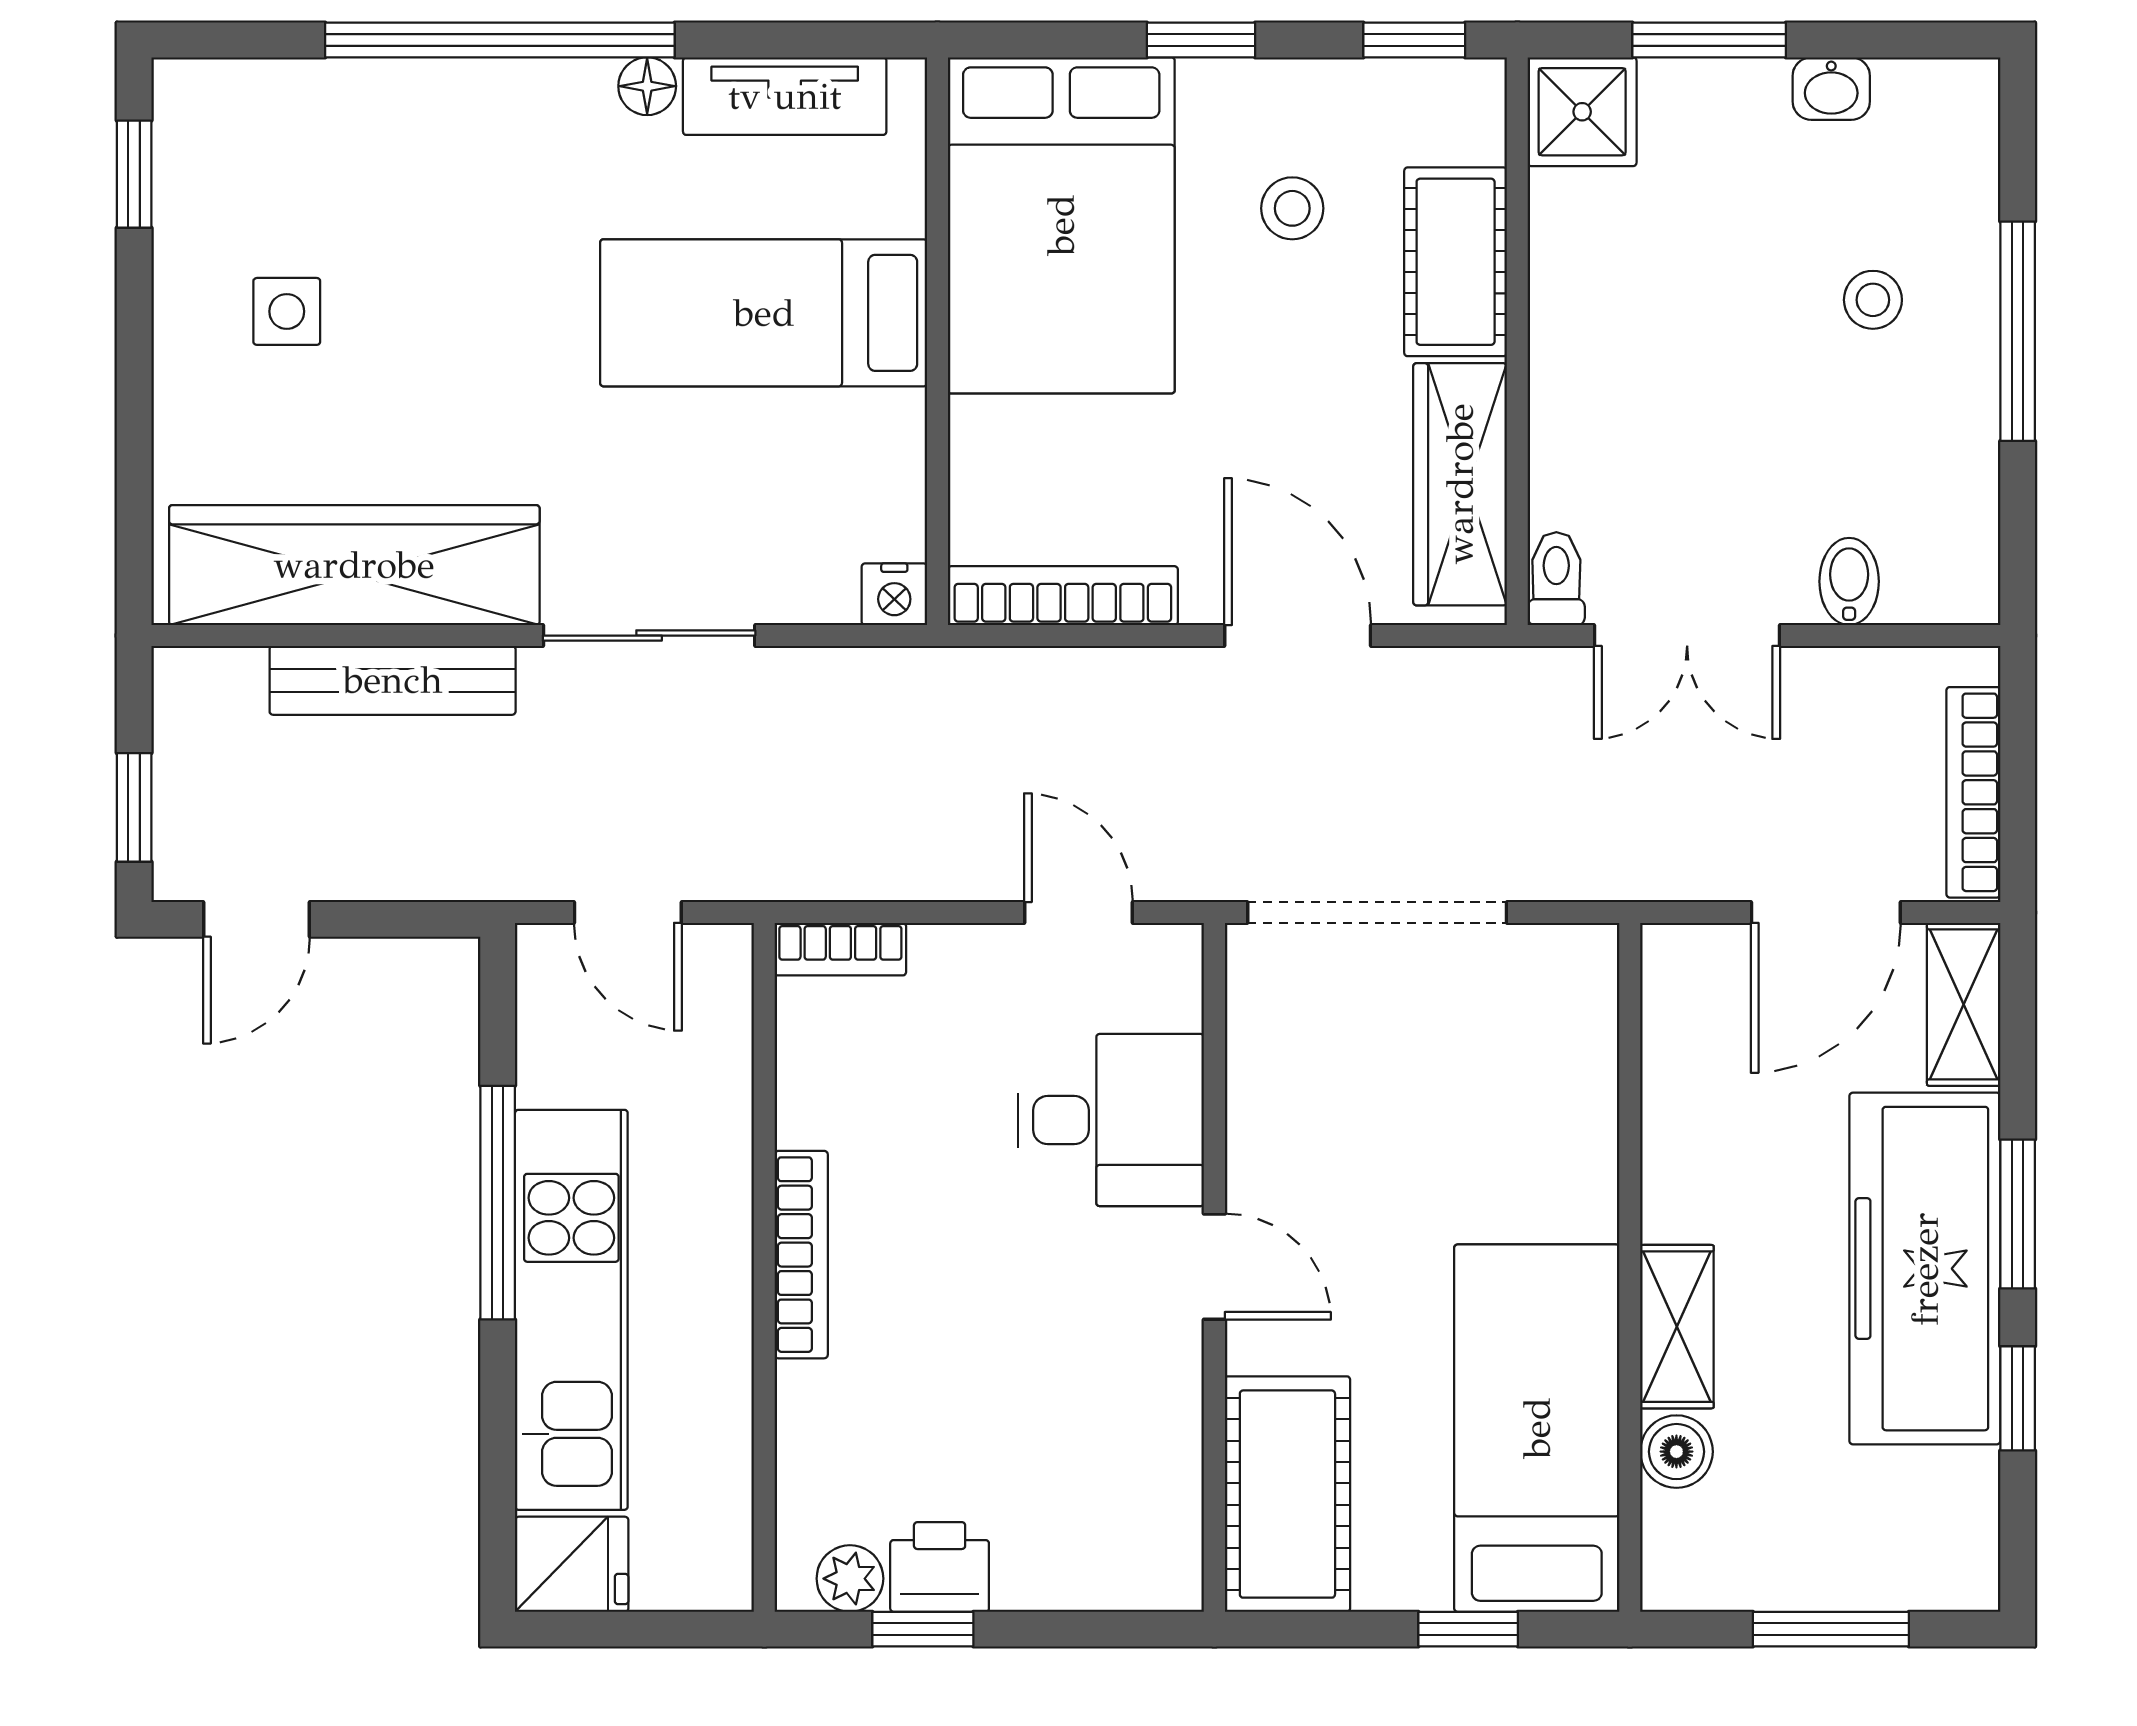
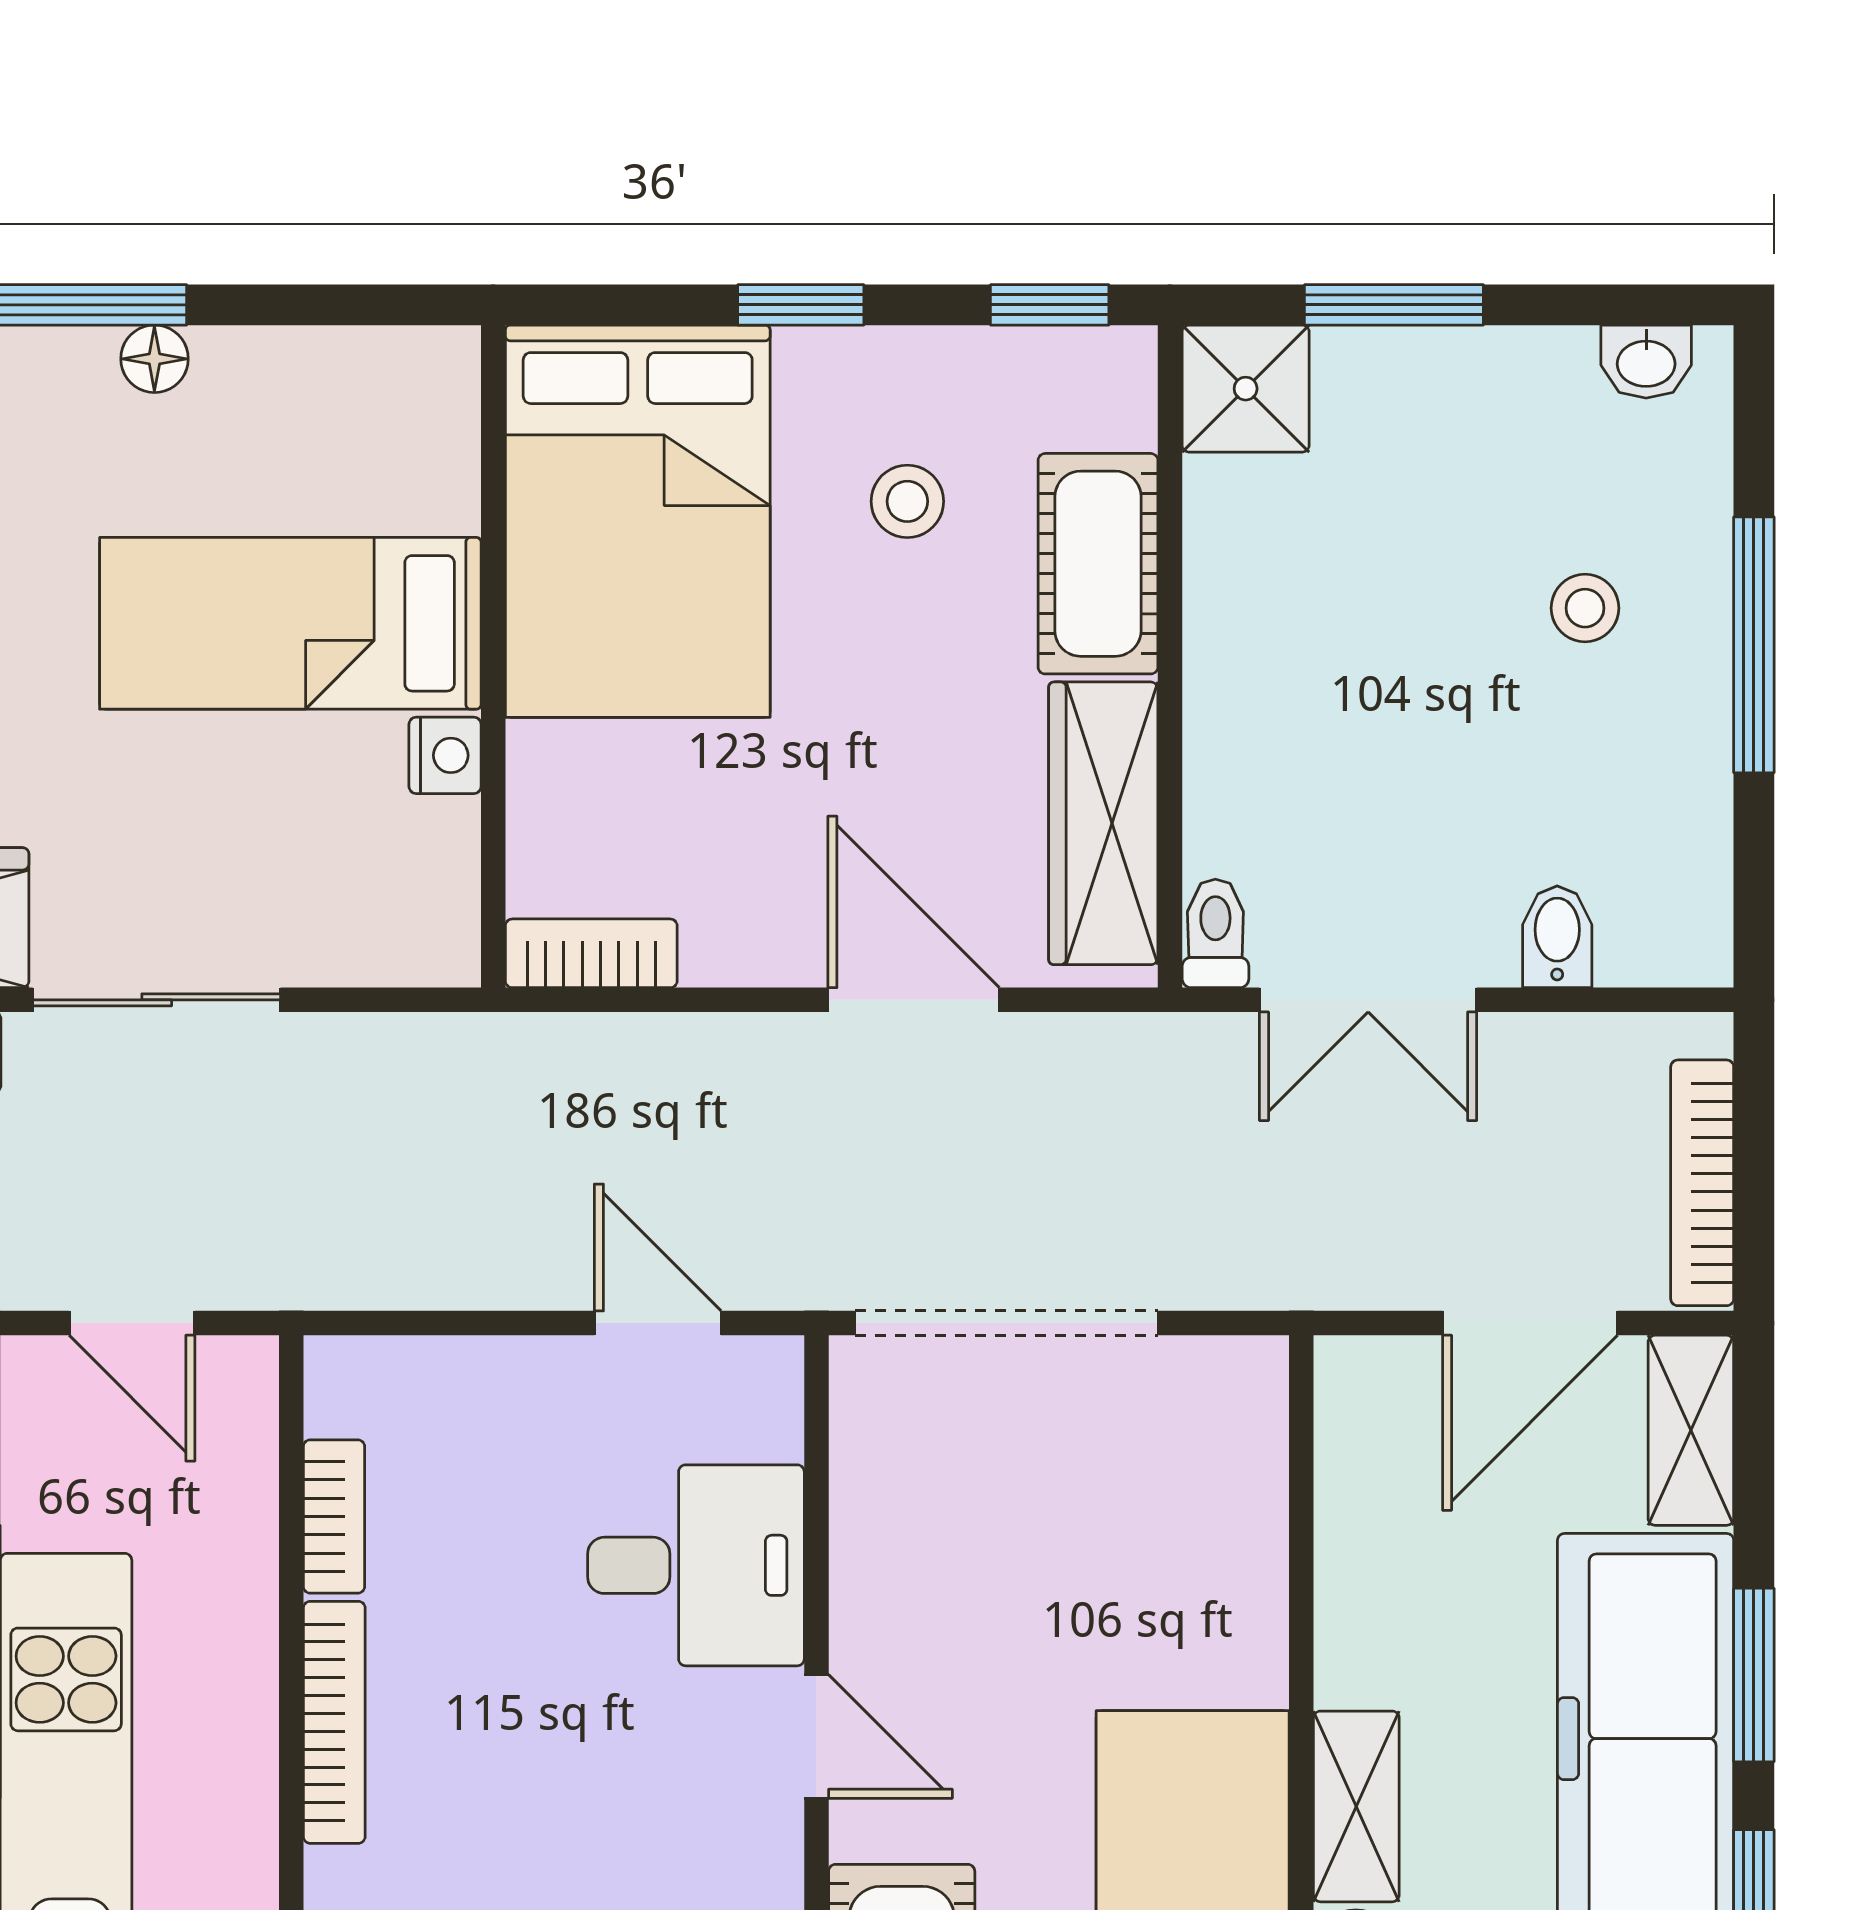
washbasin: (1831, 89) -> (1646, 362), moved
tv unit: (785, 96) -> (315, 370), removed
nightstand: (894, 594) -> (445, 755), moved, turned -90
bookcase: (1063, 596) -> (591, 953), width x0.64
bookcase: (840, 949) -> (334, 1517), moved, turned -90

